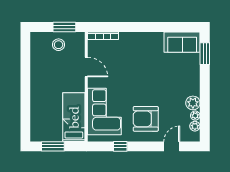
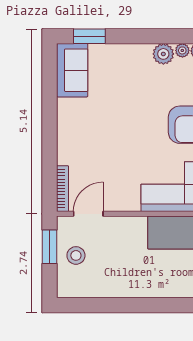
door: (86, 67) -> (88, 214), moved

